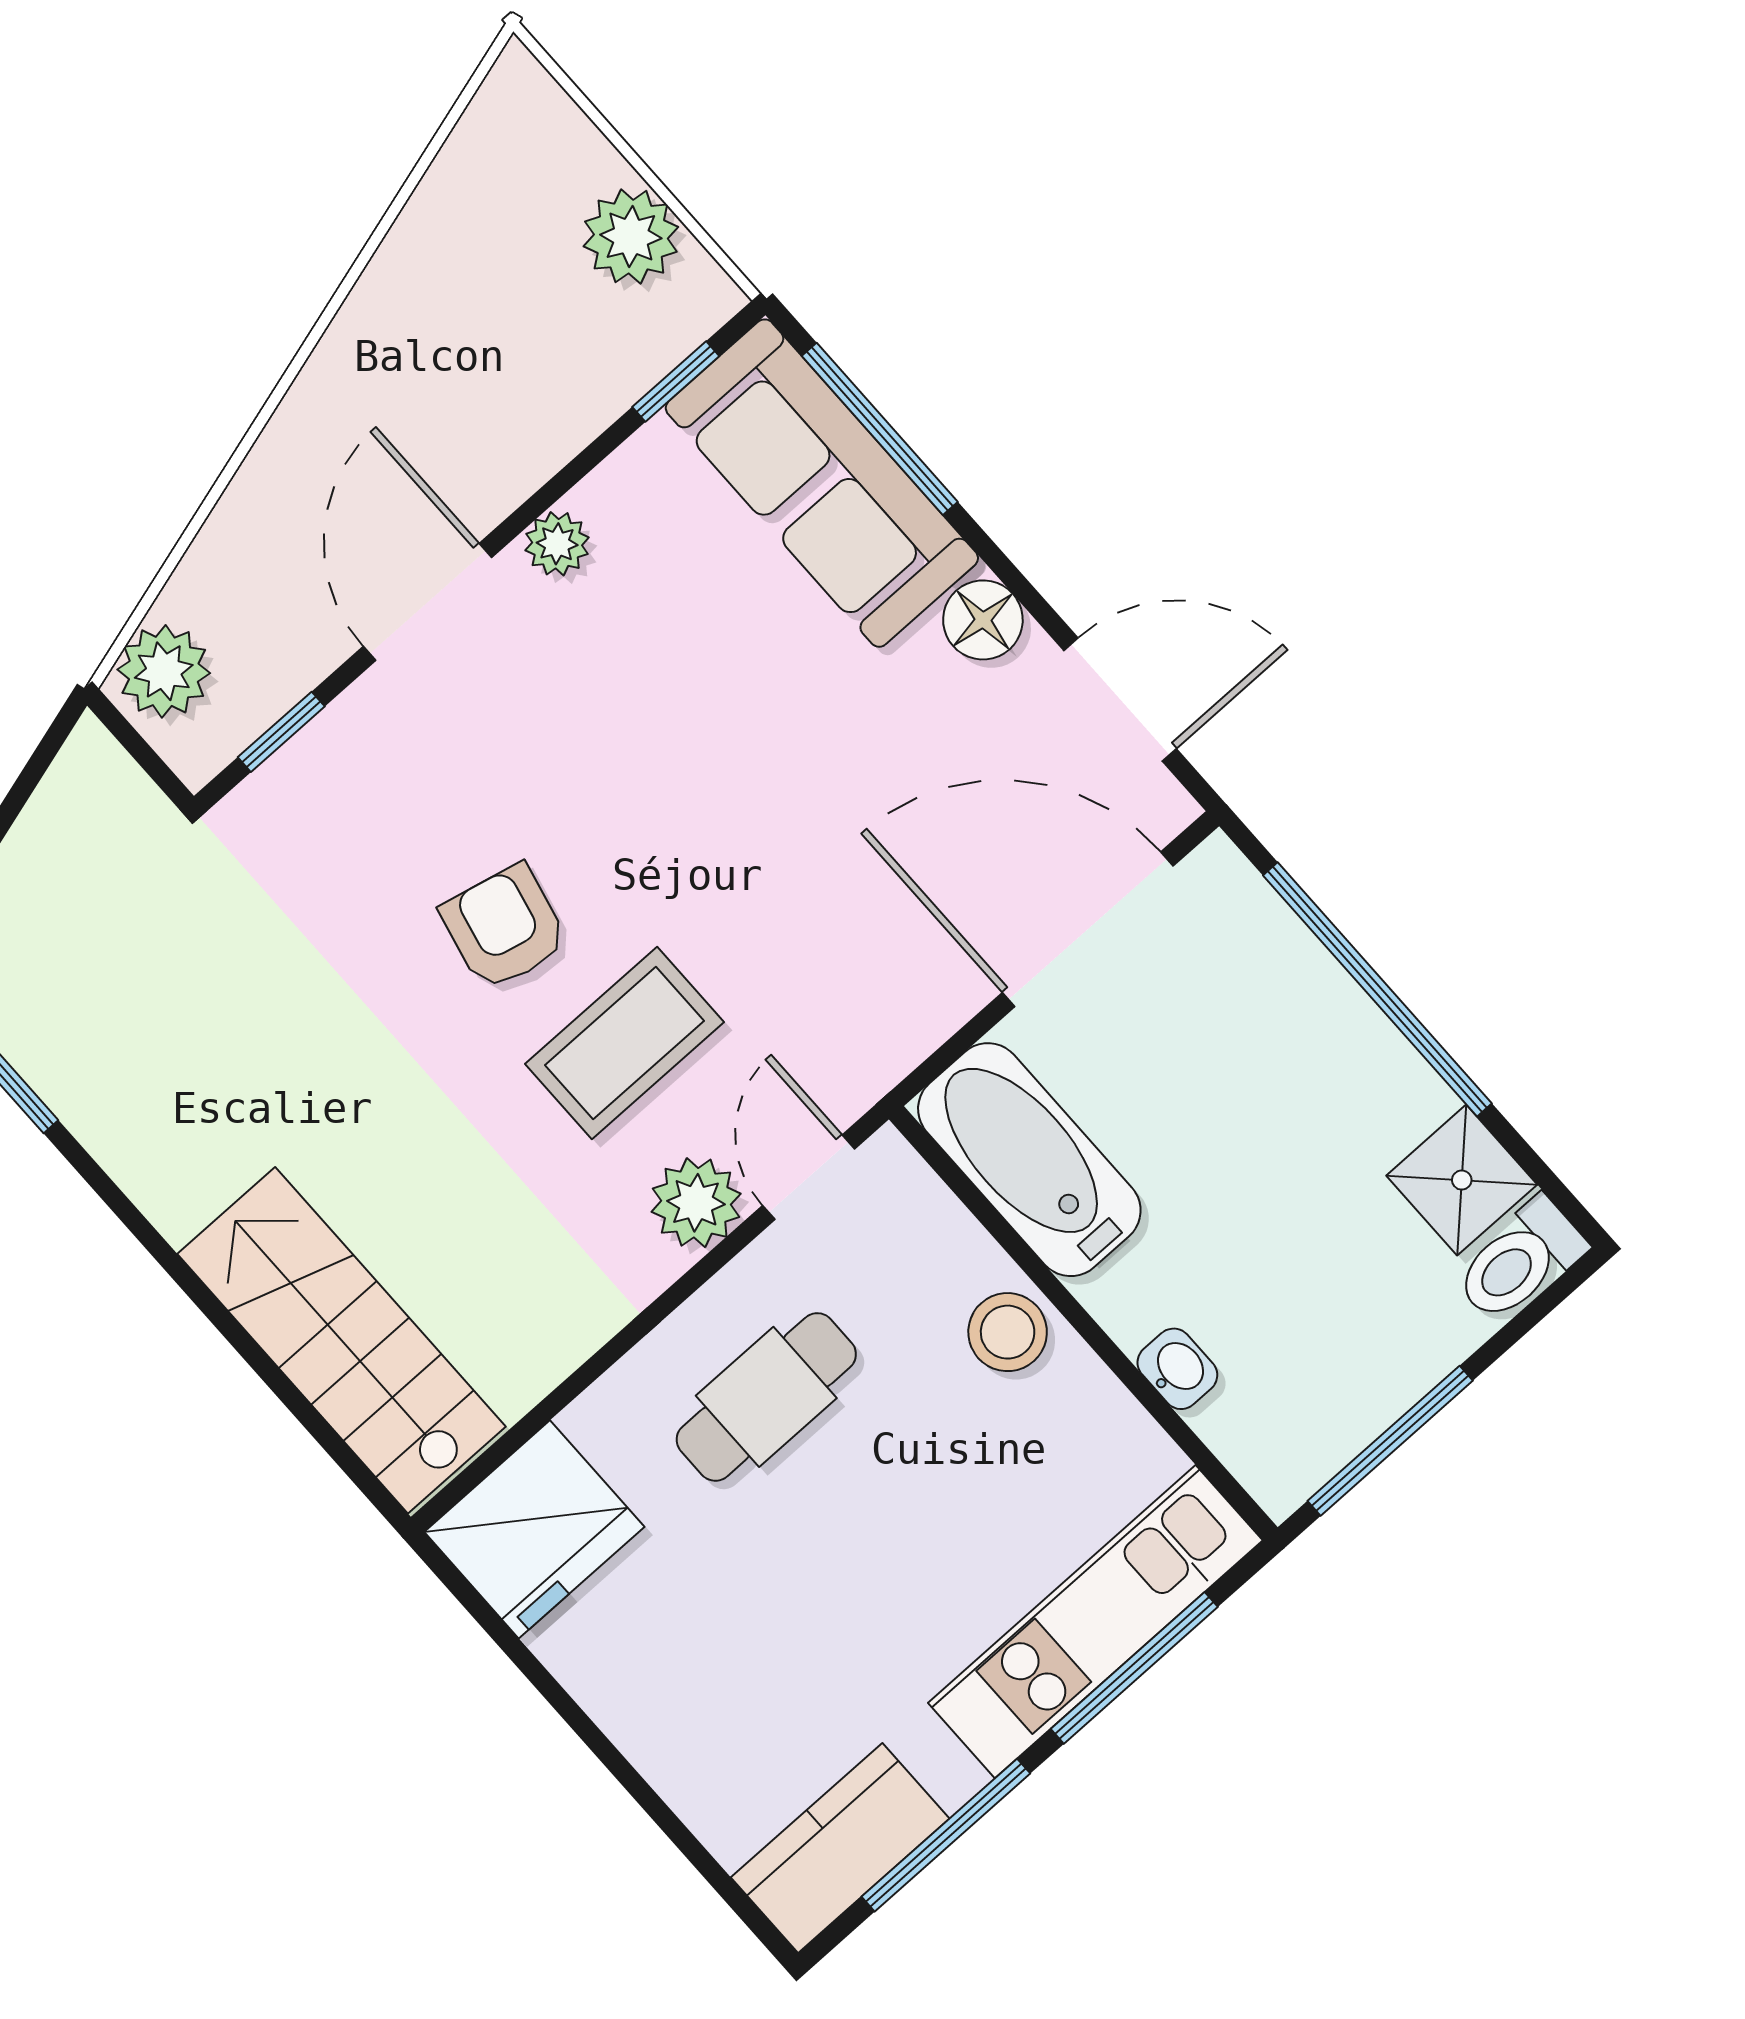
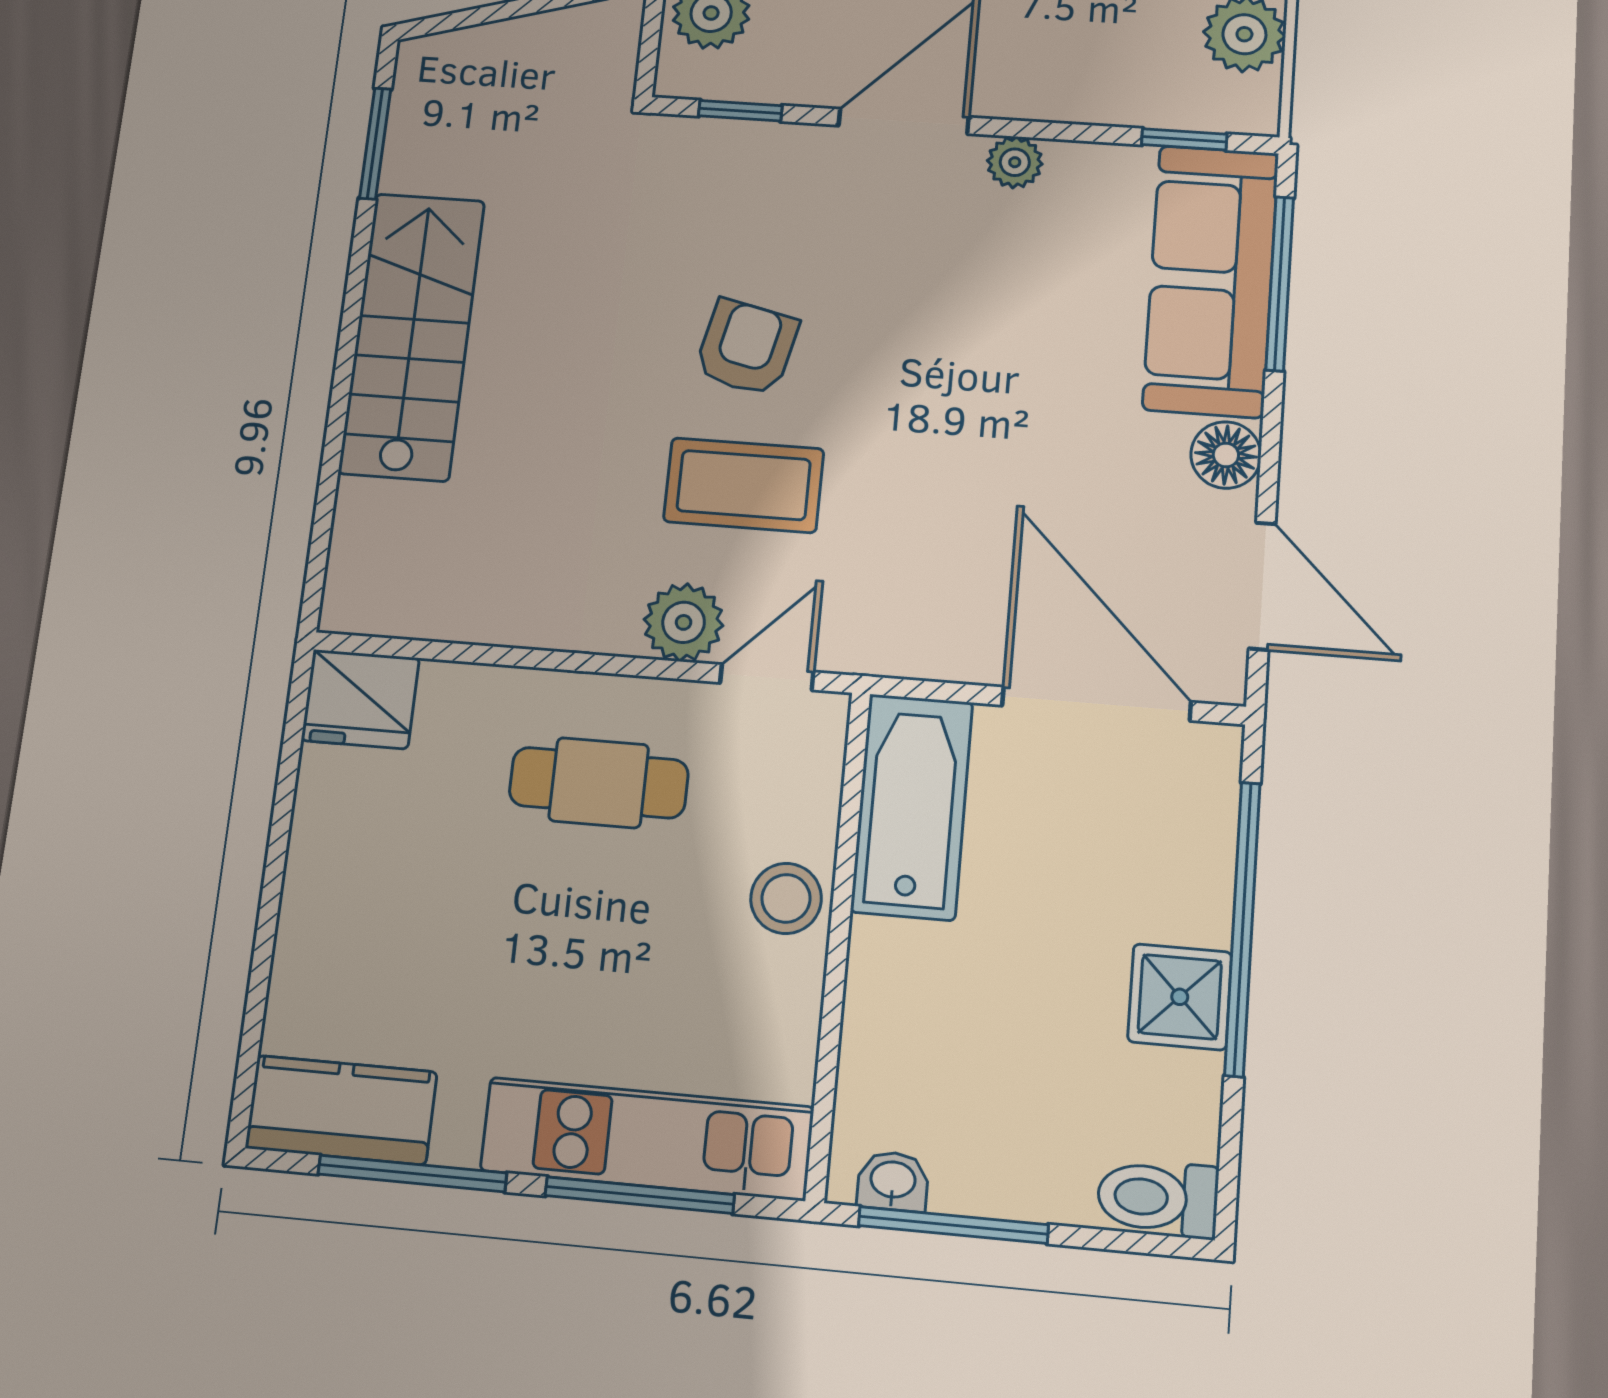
shower: (1462, 1180) -> (1180, 997), moved
stairs: (342, 1340) -> (412, 336), moved
washbasin: (1177, 1369) -> (893, 1181), moved, turned -90
fridge: (534, 1529) -> (360, 699), width x0.73, depth x0.75

